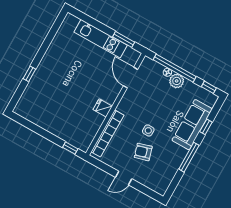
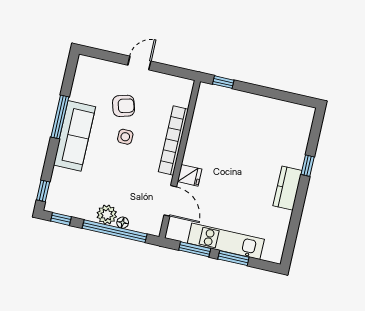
window: (99, 26) -> (233, 258), added
kitchen counter: (48, 62) -> (288, 188), added
fridge: (103, 108) -> (190, 175), moved
sofa: (192, 125) -> (75, 136), moved
window: (206, 127) -> (43, 191), moved
bookcase: (108, 133) -> (173, 140), moved

